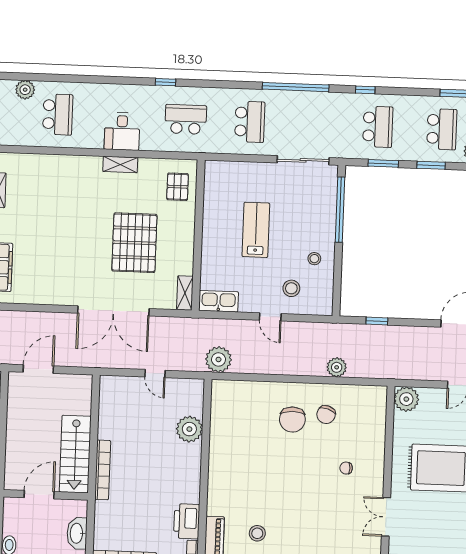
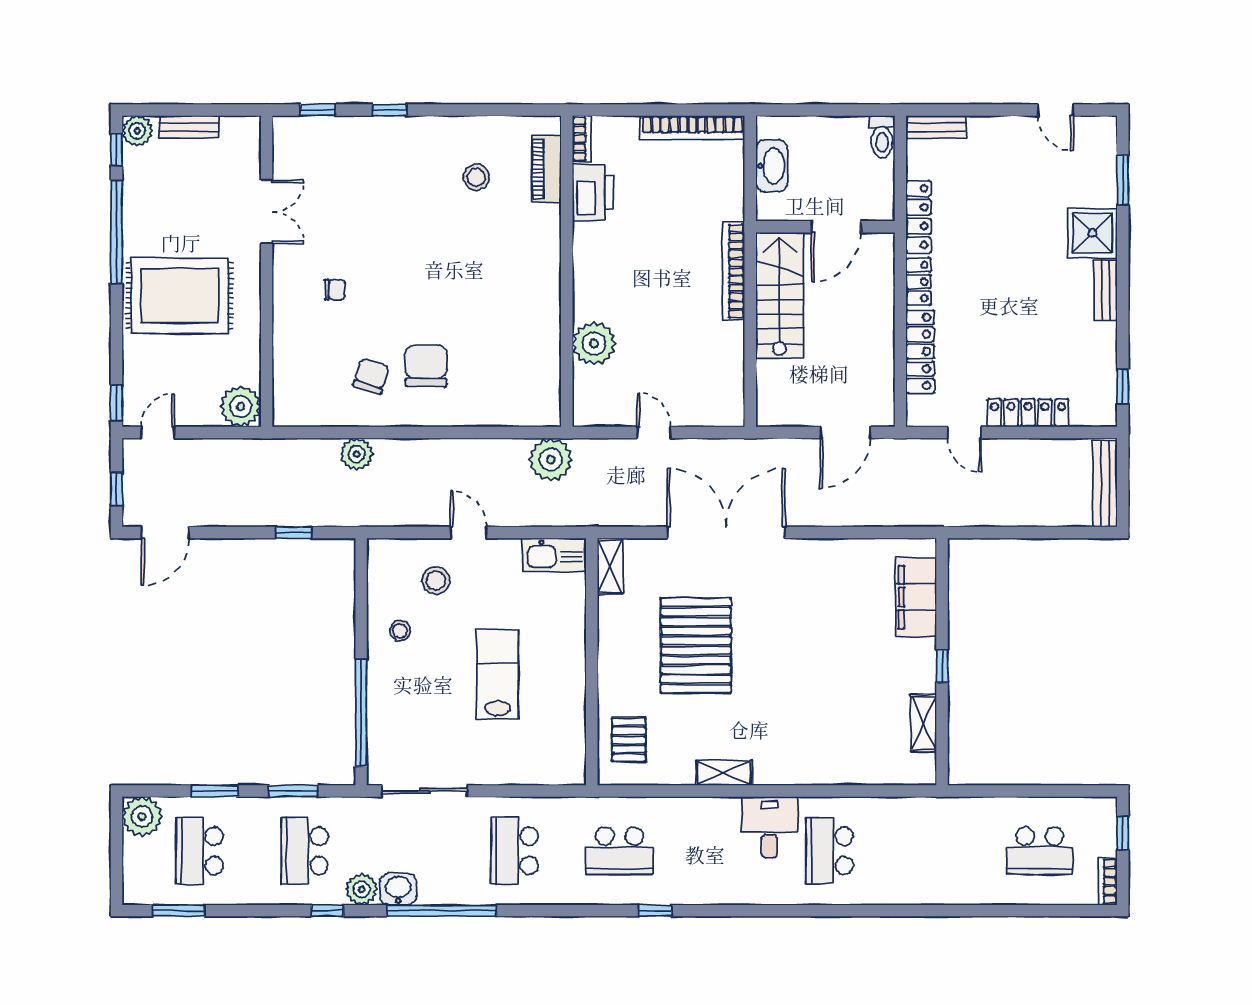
plant: (25, 90) -> (362, 889), moved
washbasin: (322, 101) -> (398, 889), added
desk: (122, 131) -> (769, 827), moved
lab bench: (256, 230) -> (498, 674), turned 180

